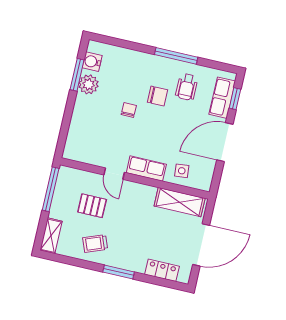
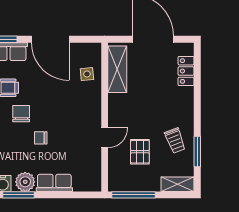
row of seats: (146, 169) -> (54, 183), moved, turned 90
window: (119, 272) -> (197, 152), moved

